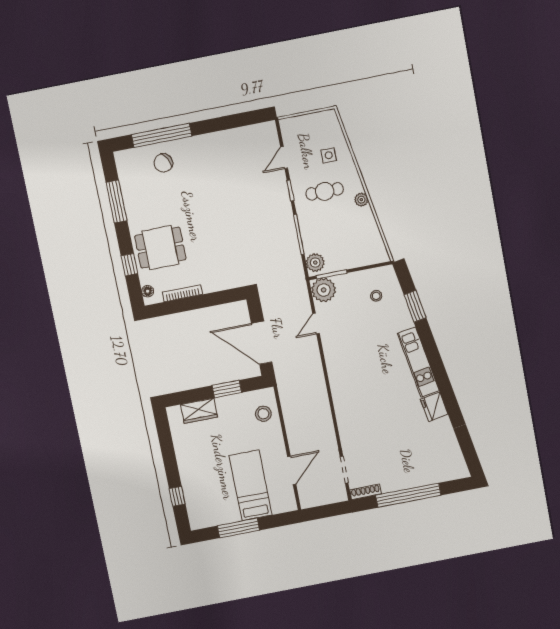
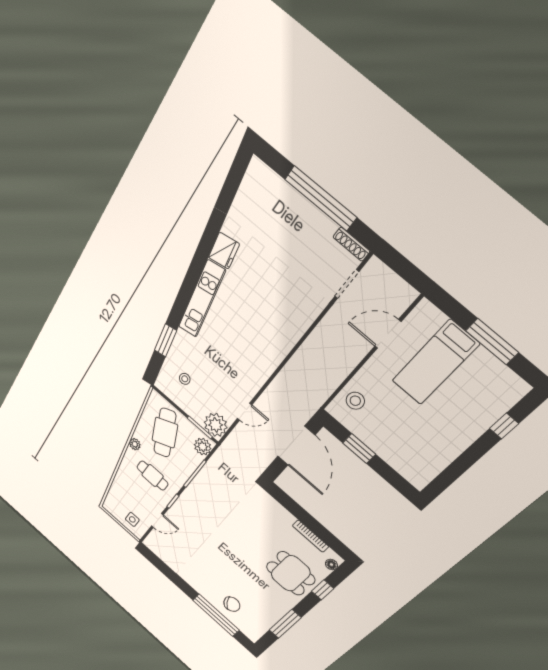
side table: (329, 155) -> (132, 519), moved
cafe table: (350, 238) -> (165, 433), added
wardrobe: (199, 411) -> (399, 460), removed

